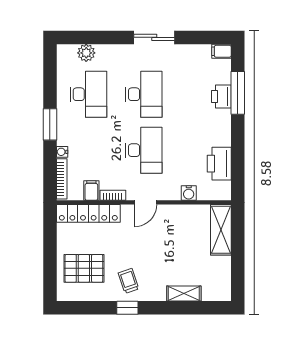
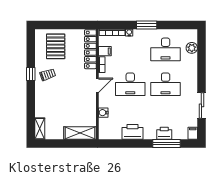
sliding door: (154, 37) -> (201, 105), moved
printer: (219, 164) -> (133, 132), moved
door: (145, 202) -> (97, 85), swing flipped
shelving: (184, 294) -> (40, 129), moved

